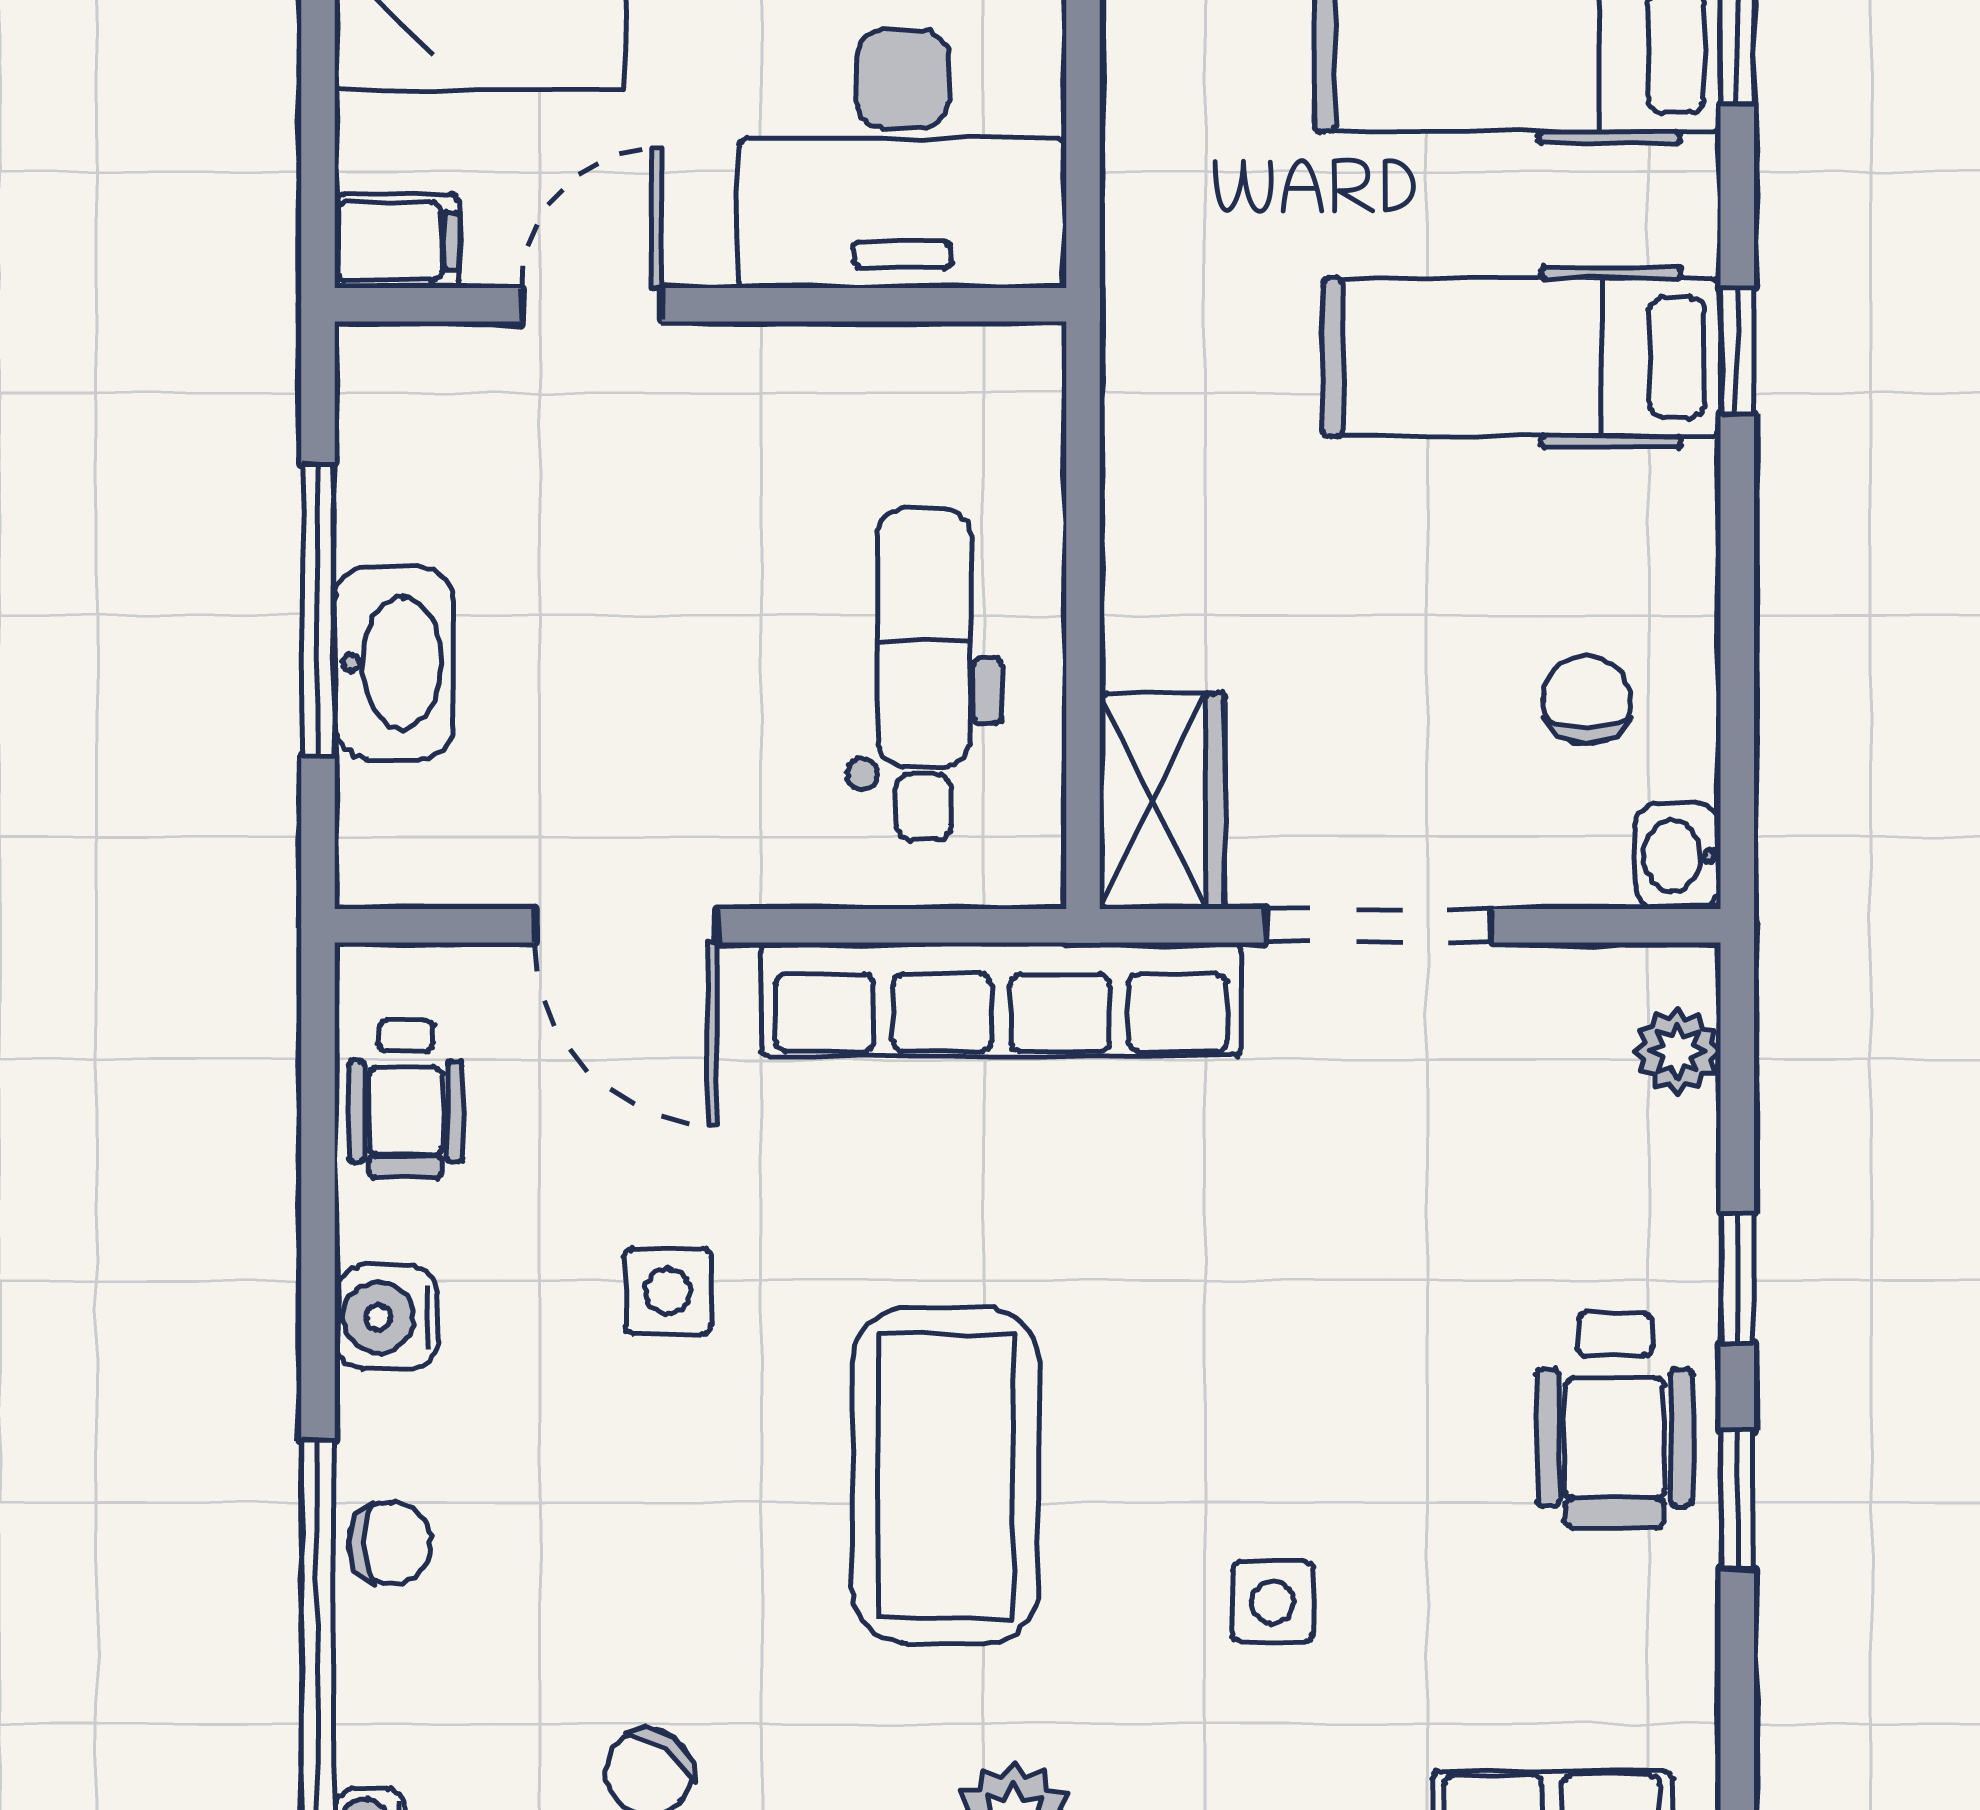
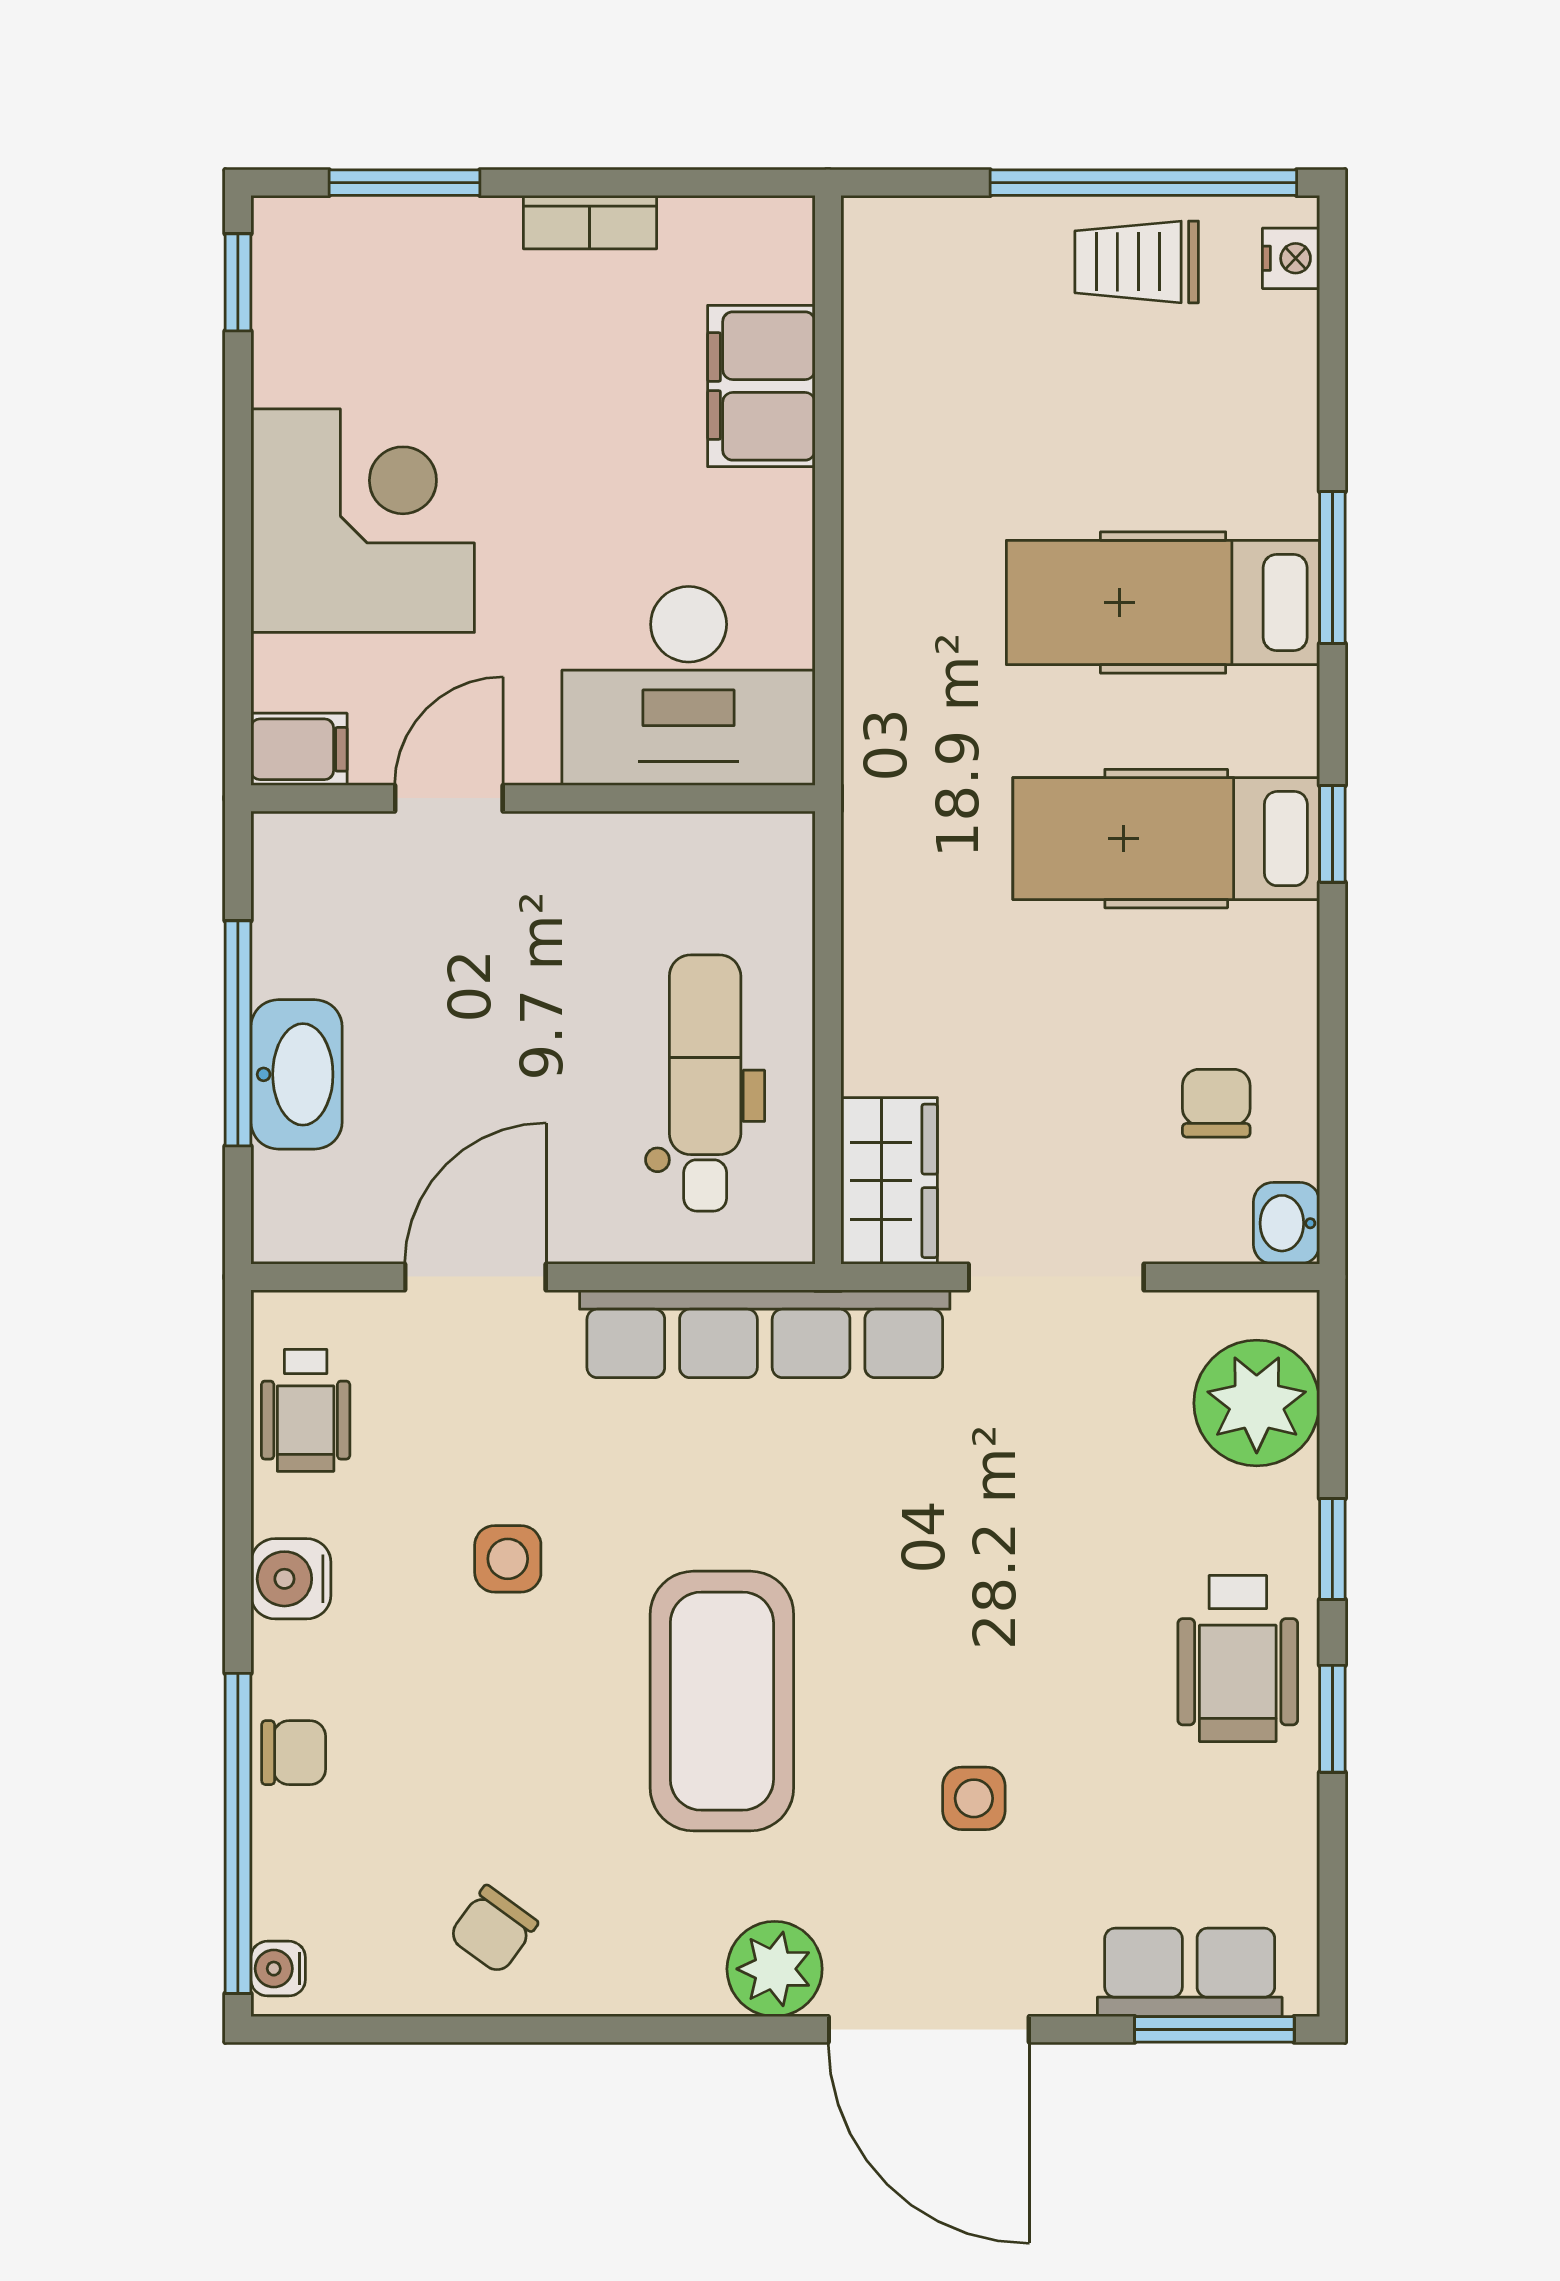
door: (626, 926) -> (475, 1277), swing flipped
plant: (1677, 1051) -> (1257, 1403), width x1.88, depth x1.88

